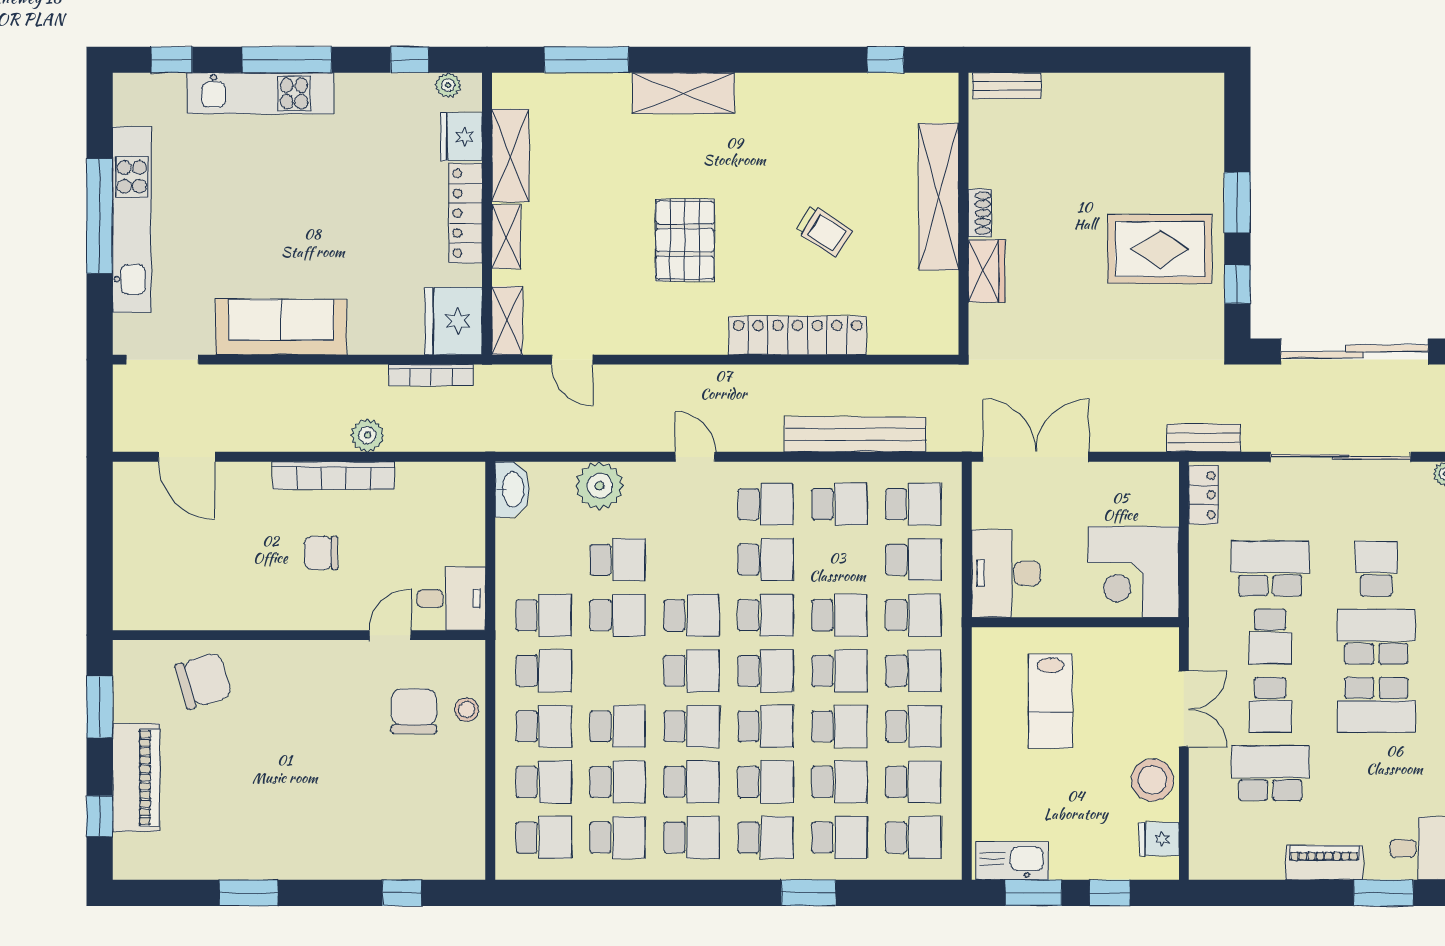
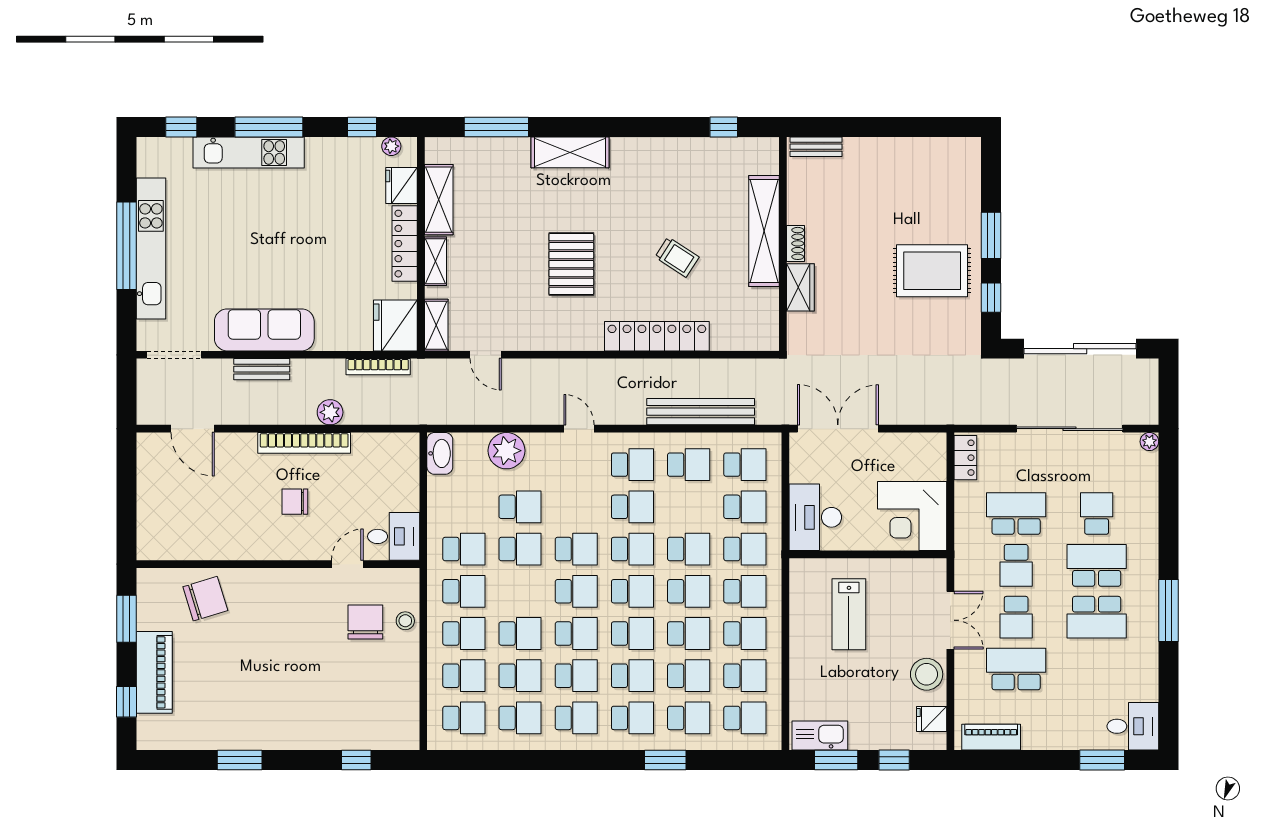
bench: (1204, 438) -> (262, 369), moved
piano: (1324, 863) -> (991, 737), moved

